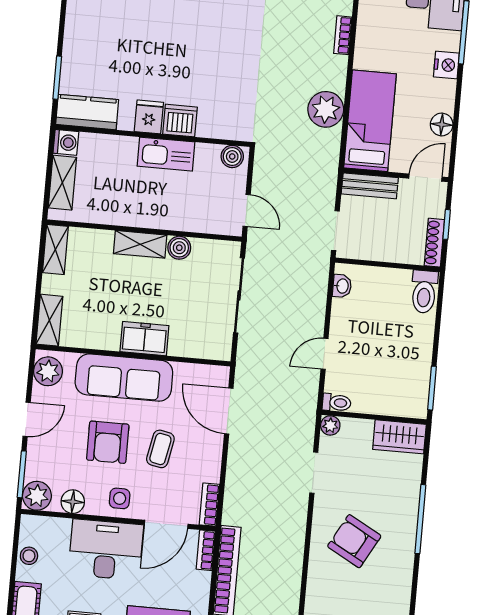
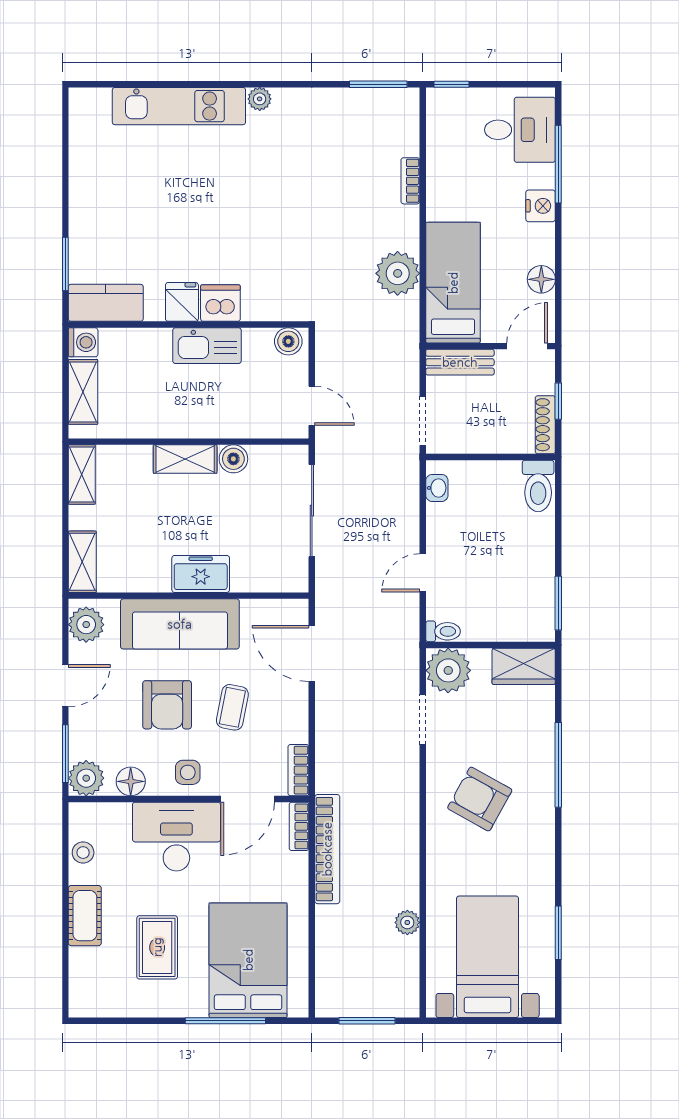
plant: (330, 425) -> (448, 670), width x1.88, depth x1.88

